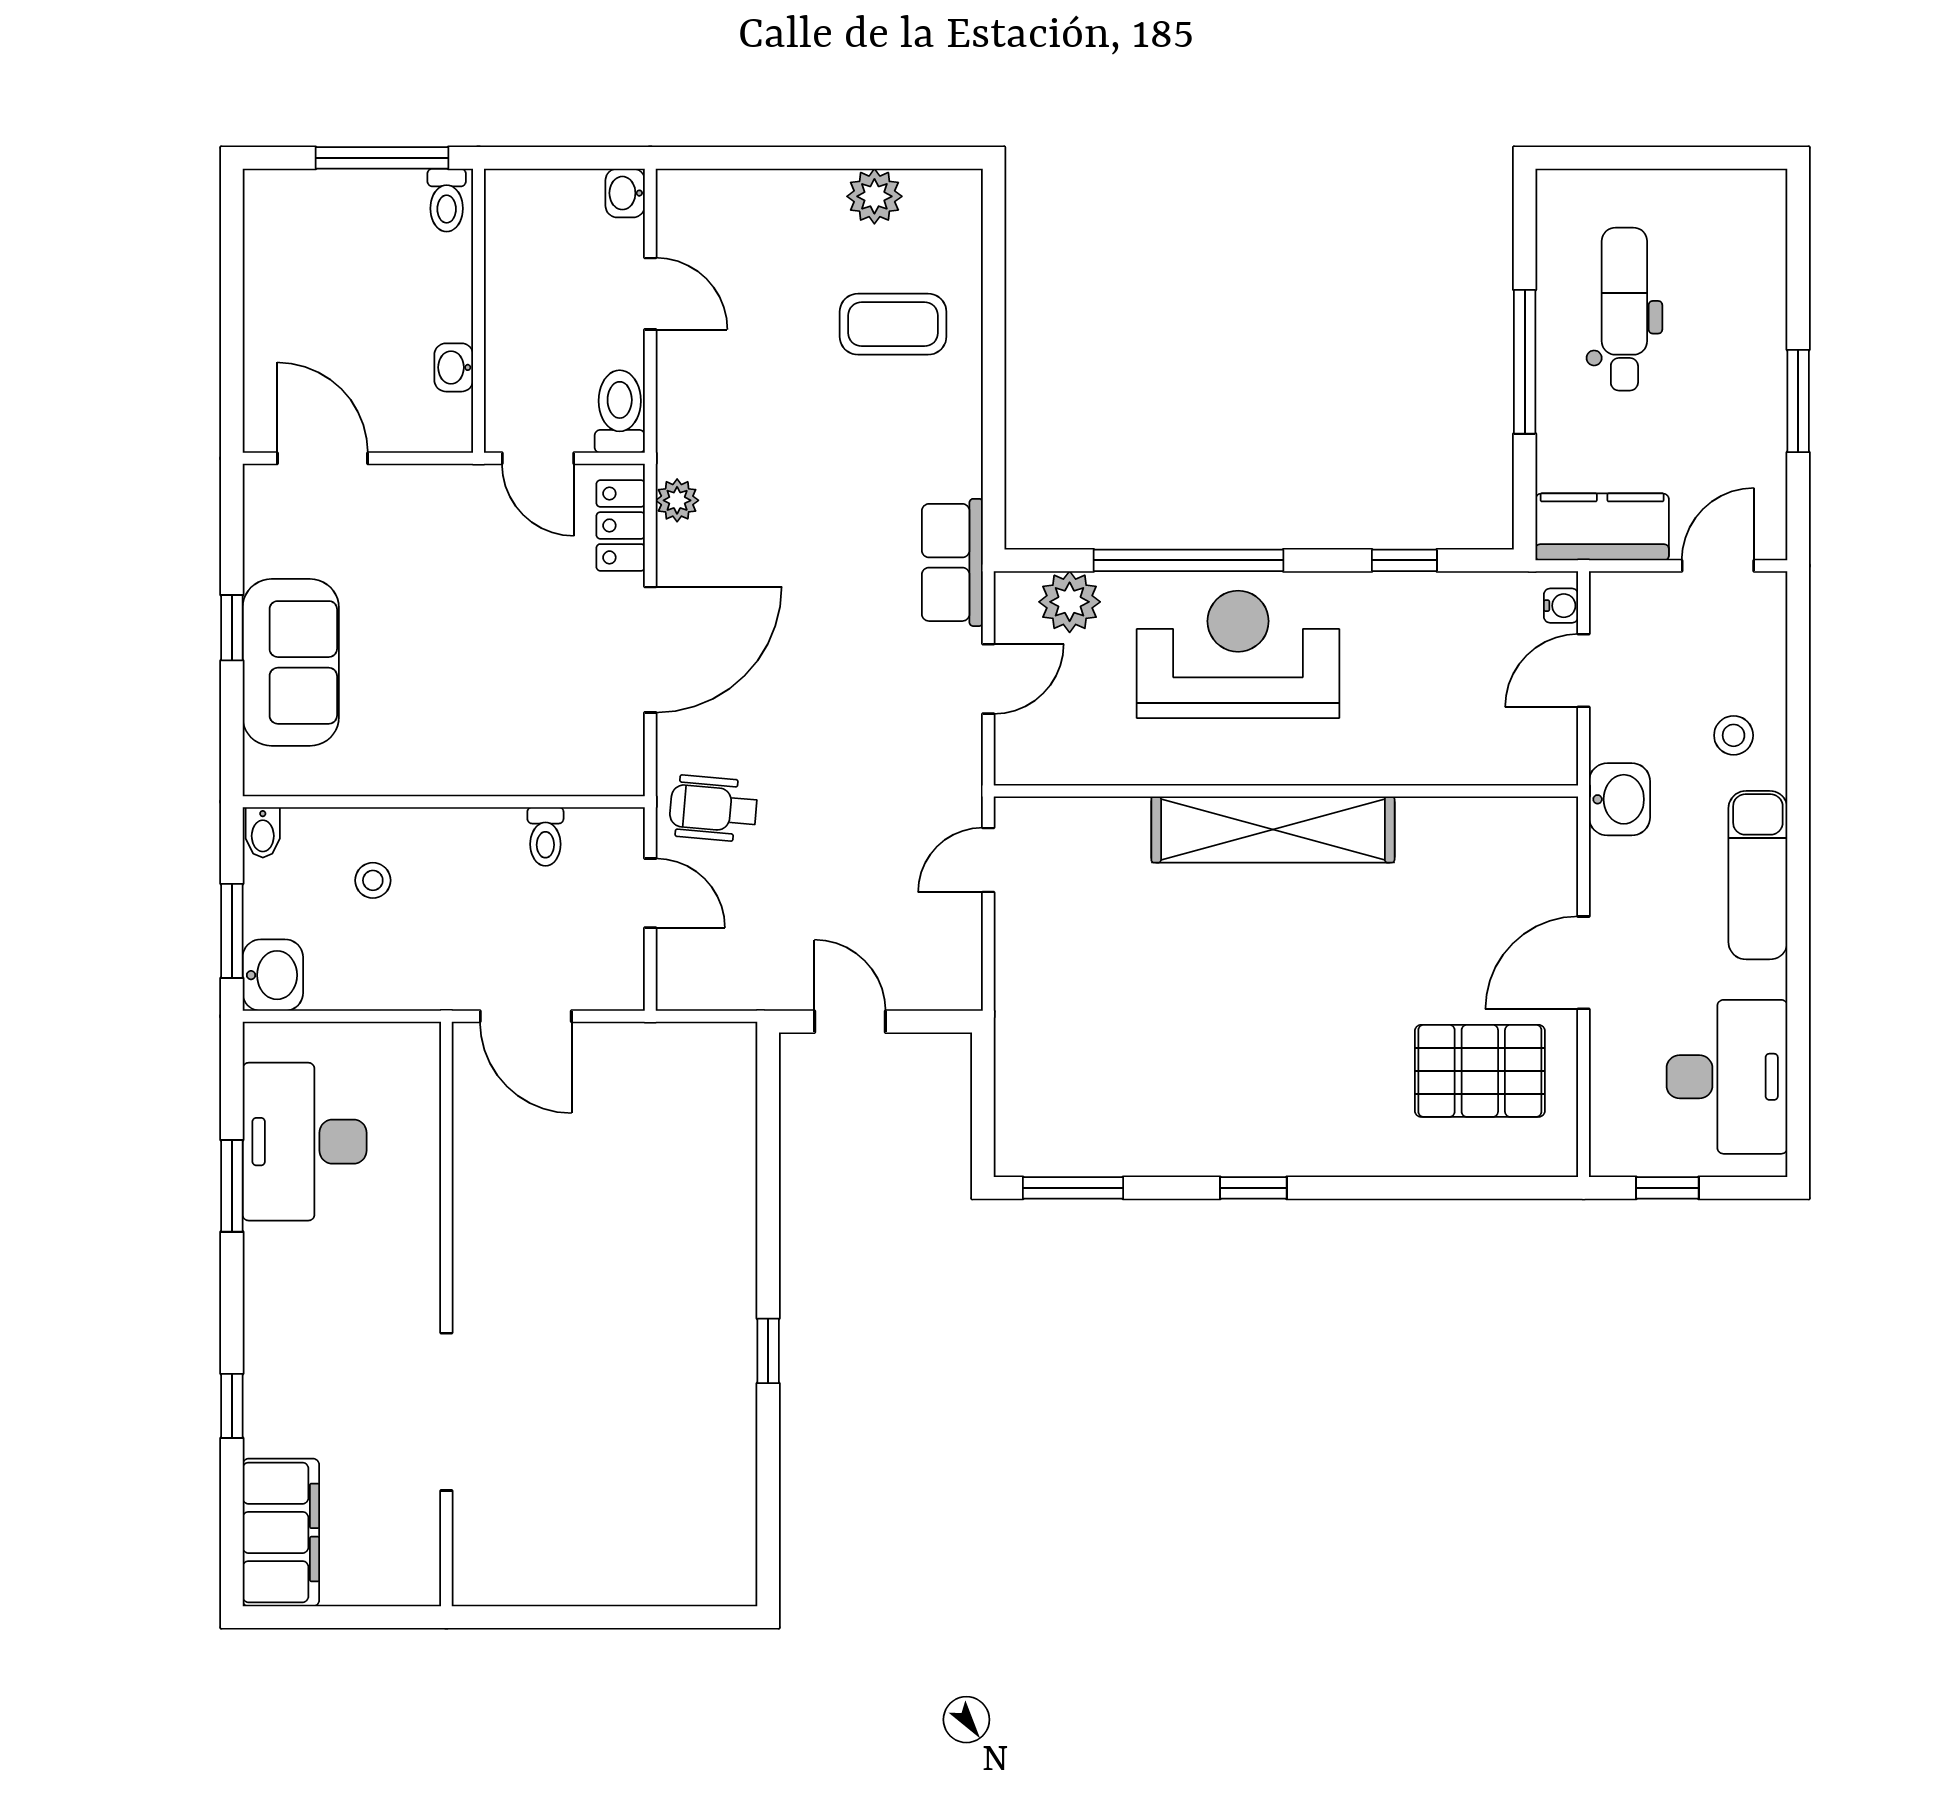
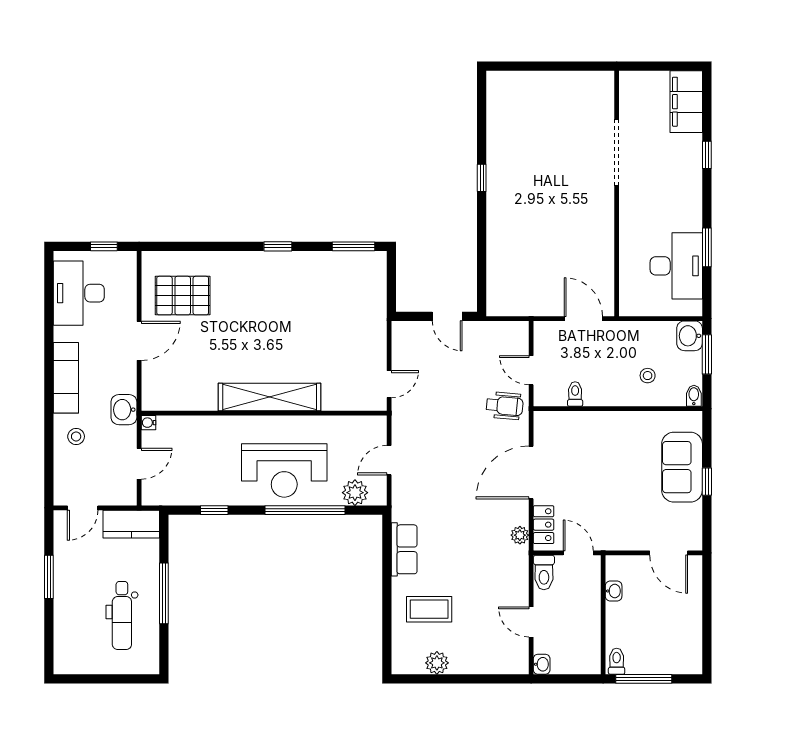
row of seats: (952, 562) -> (404, 549), moved
water cooler: (1561, 606) -> (149, 423), moved

